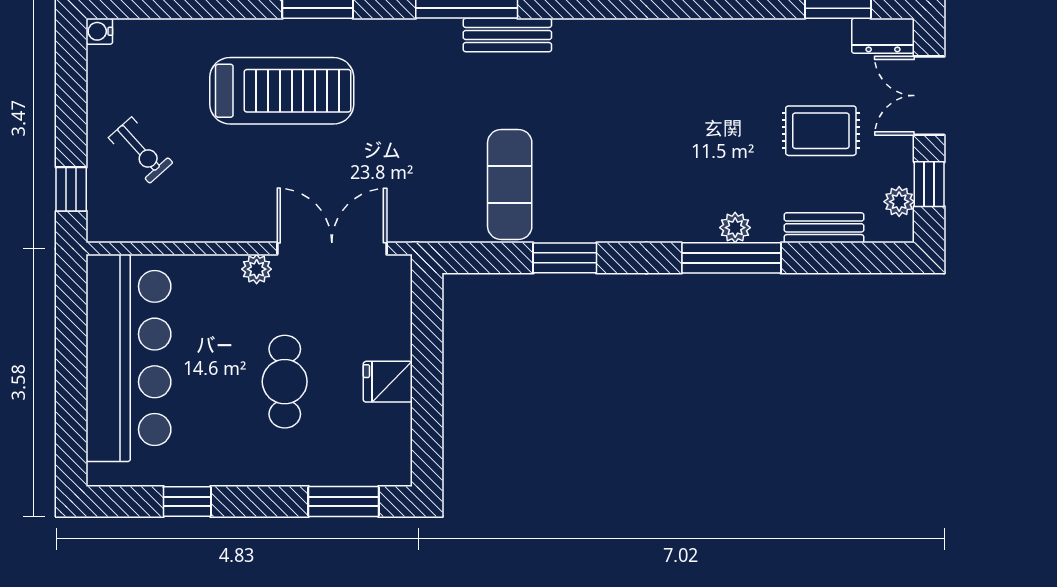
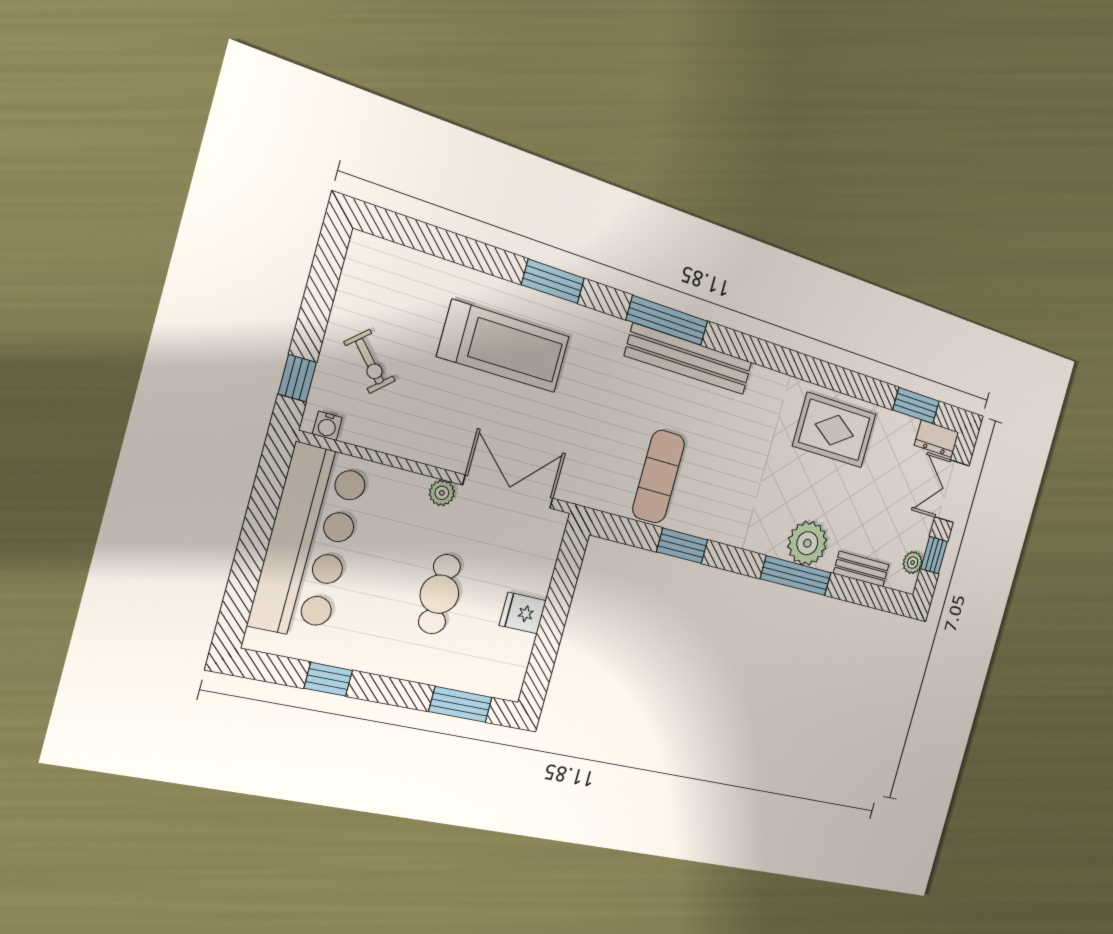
water cooler: (99, 31) -> (327, 426), moved, turned -90
bench: (507, 35) -> (689, 359), width x1.86, depth x1.21
rug: (821, 131) -> (834, 430), moved, width x1.36, depth x1.43
plant: (735, 228) -> (807, 543), width x1.87, depth x1.87

